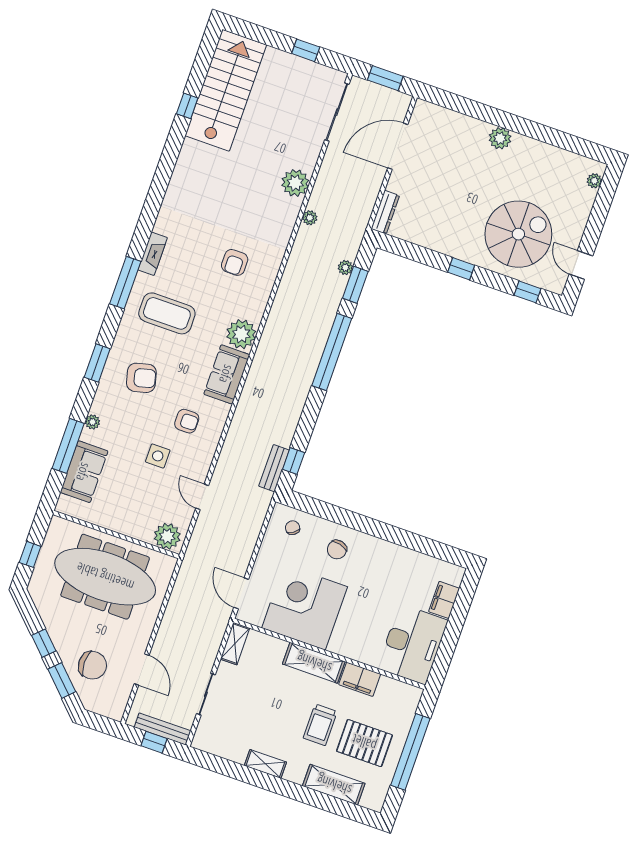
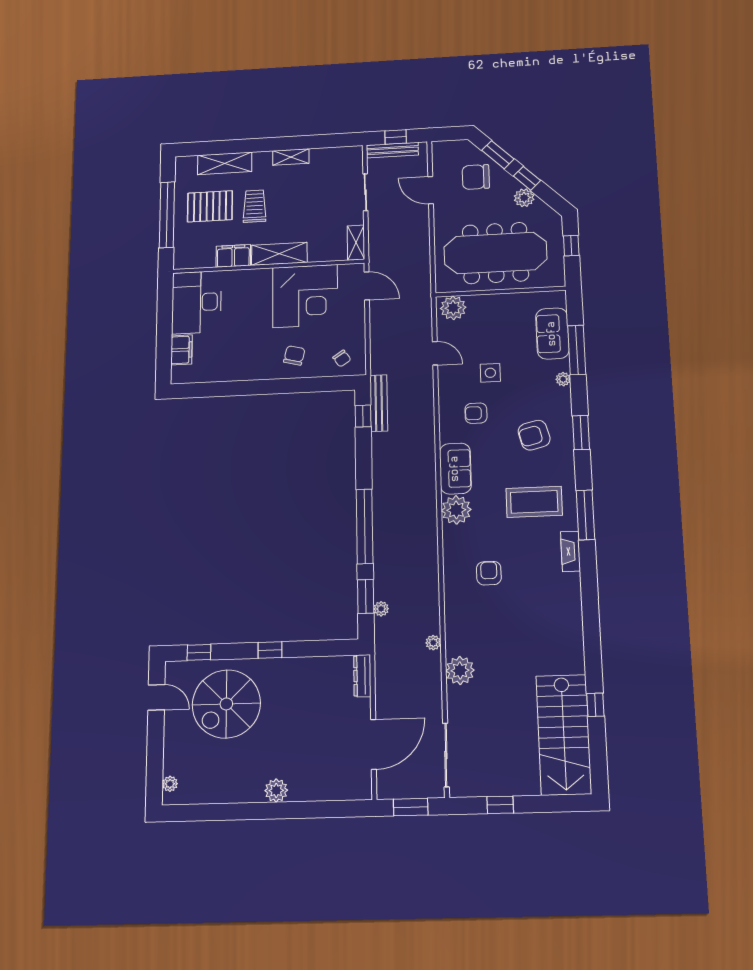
bench: (274, 468) -> (379, 403), width x1.36
plant: (55, 623) -> (524, 198), added

